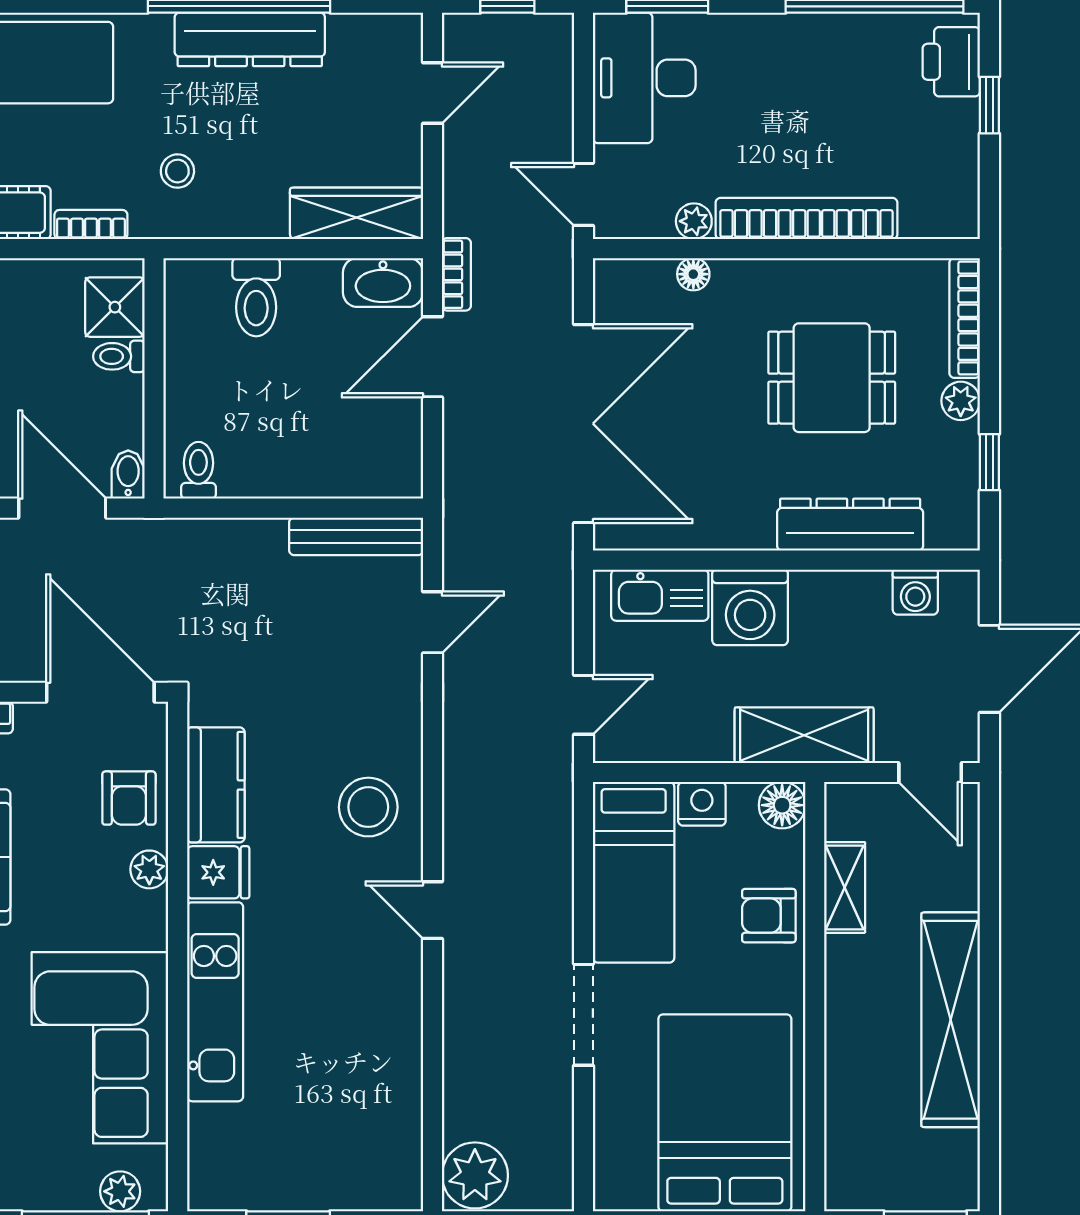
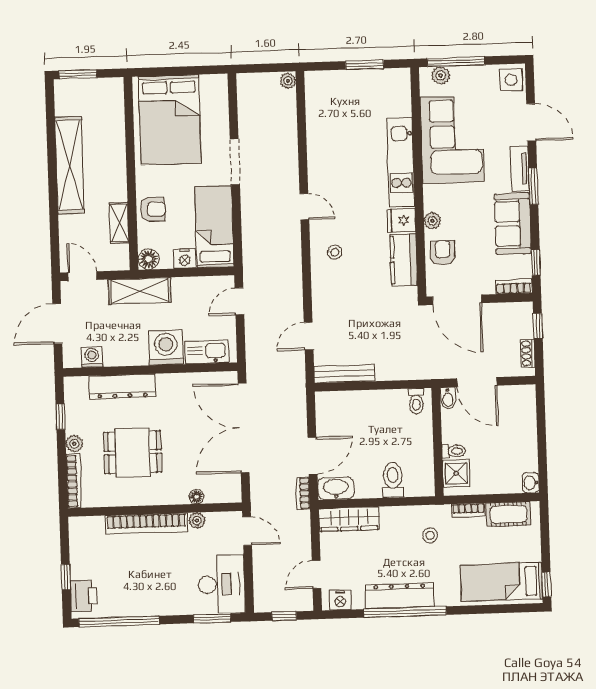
nightstand: (382, 34) -> (340, 600), added
stool: (368, 807) -> (335, 252), width x0.53, depth x0.53
plant: (475, 1175) -> (288, 81), width x0.53, depth x0.53

